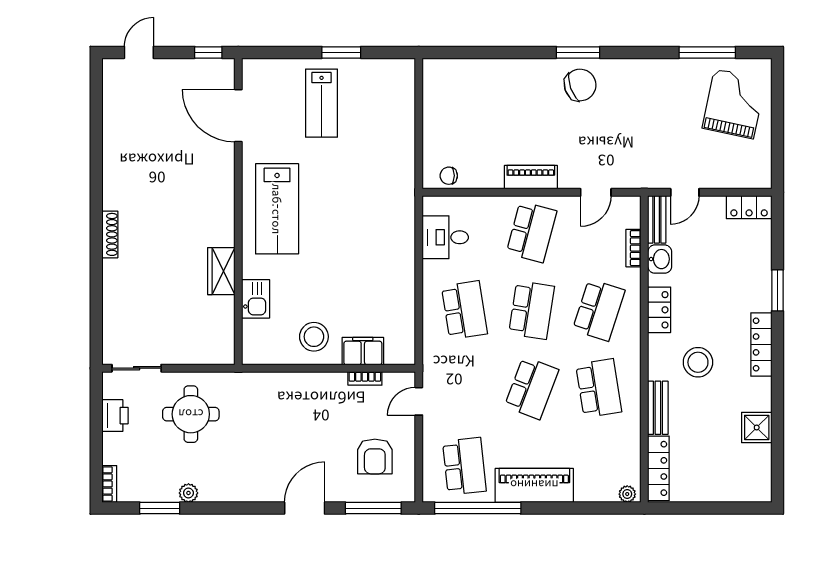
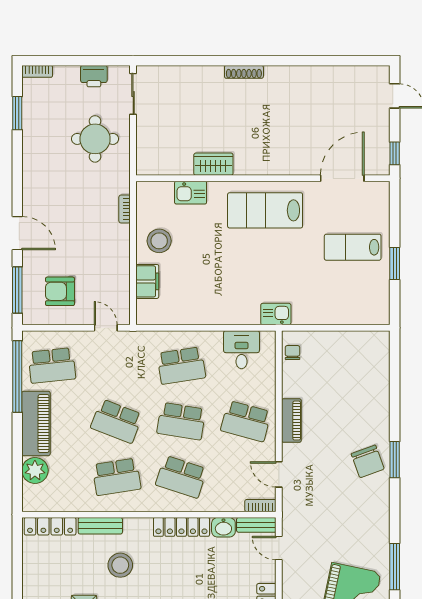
kitchen sink: (402, 196) -> (276, 314), added
bookcase: (633, 248) -> (260, 506), moved
locker: (659, 310) -> (181, 527), width x1.53
stool: (698, 362) -> (120, 565), moved
bookcase: (365, 378) -> (125, 209), moved
plant: (188, 493) -> (30, 137), removed
plant: (627, 494) -> (35, 470), moved, width x1.87, depth x1.87

